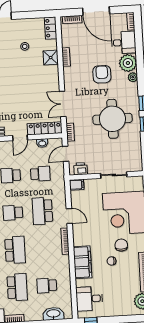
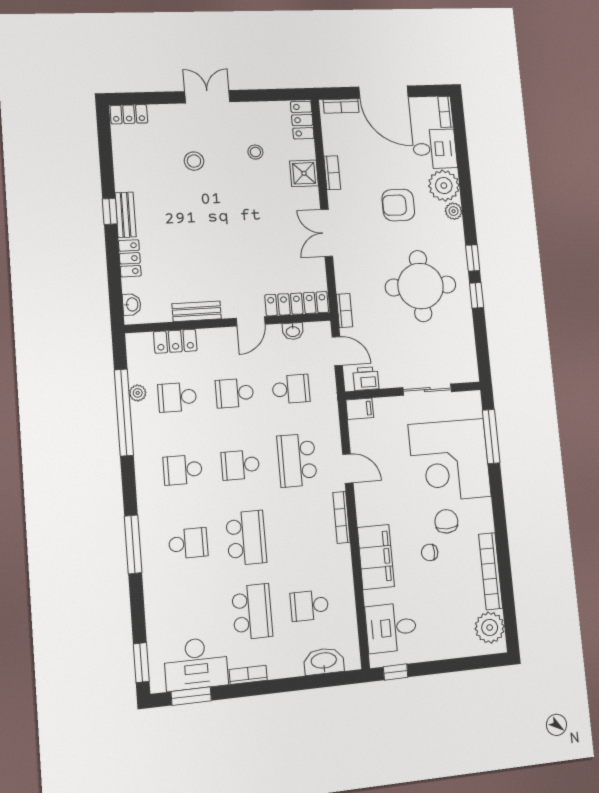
armchair: (102, 74) -> (398, 205), turned -90
double door: (63, 104) -> (327, 233), moved
door: (66, 154) -> (337, 351), swing flipped

